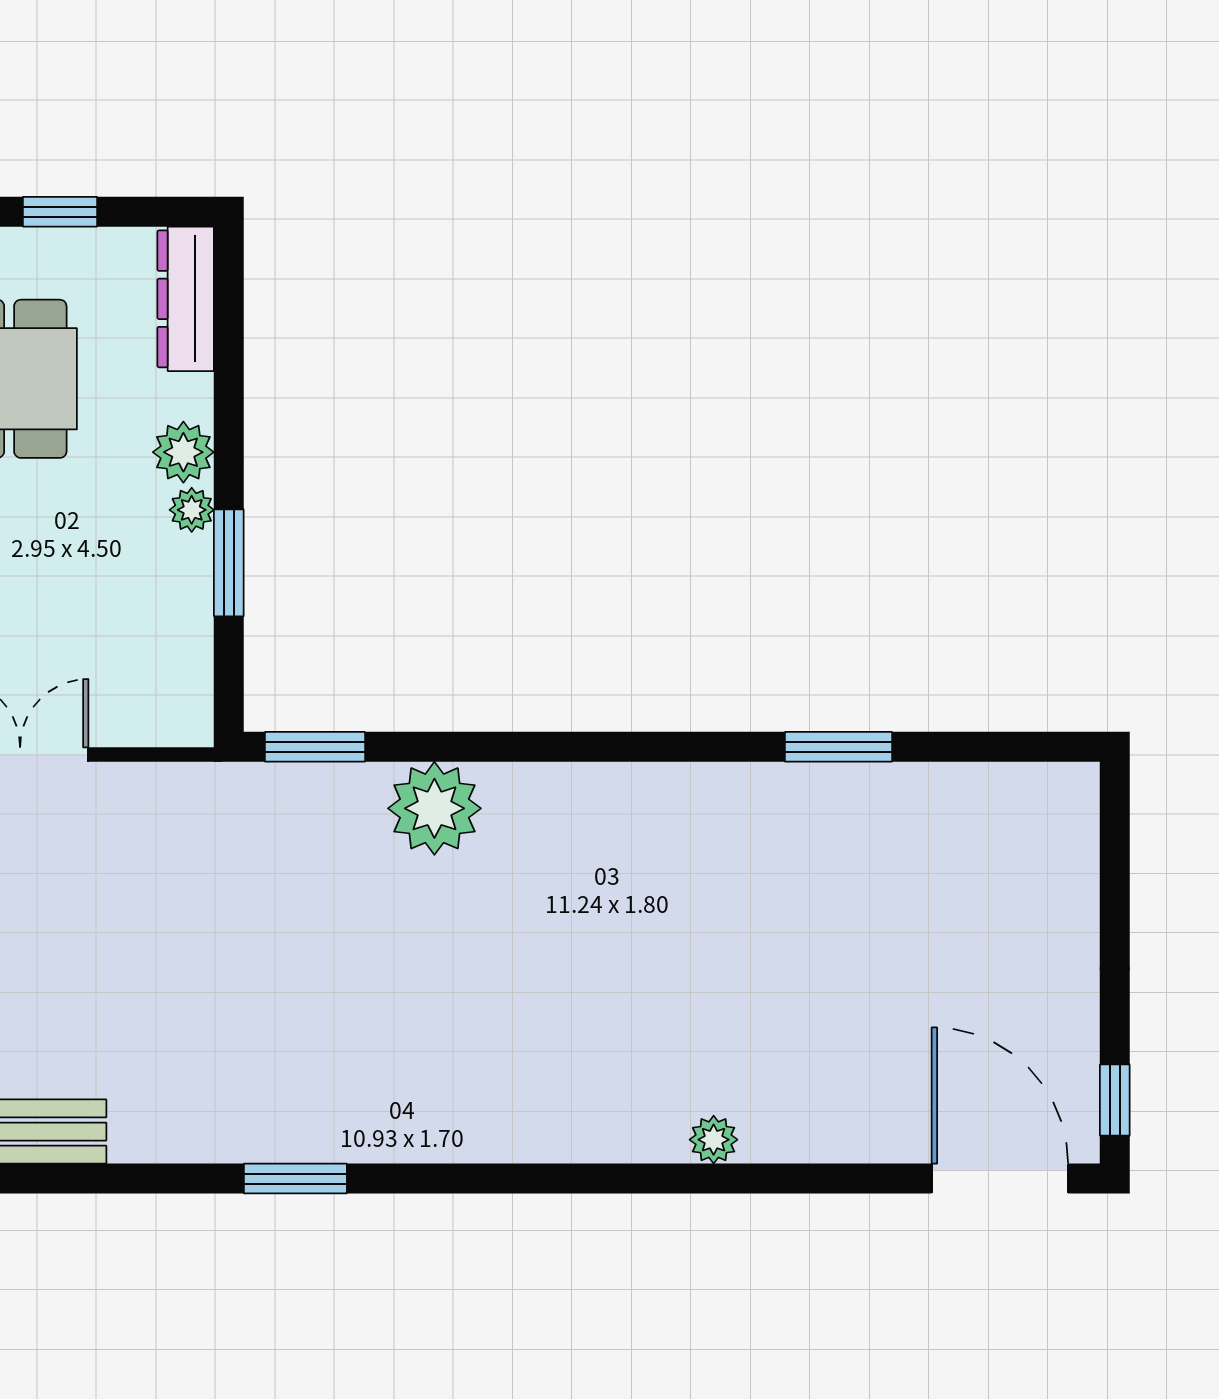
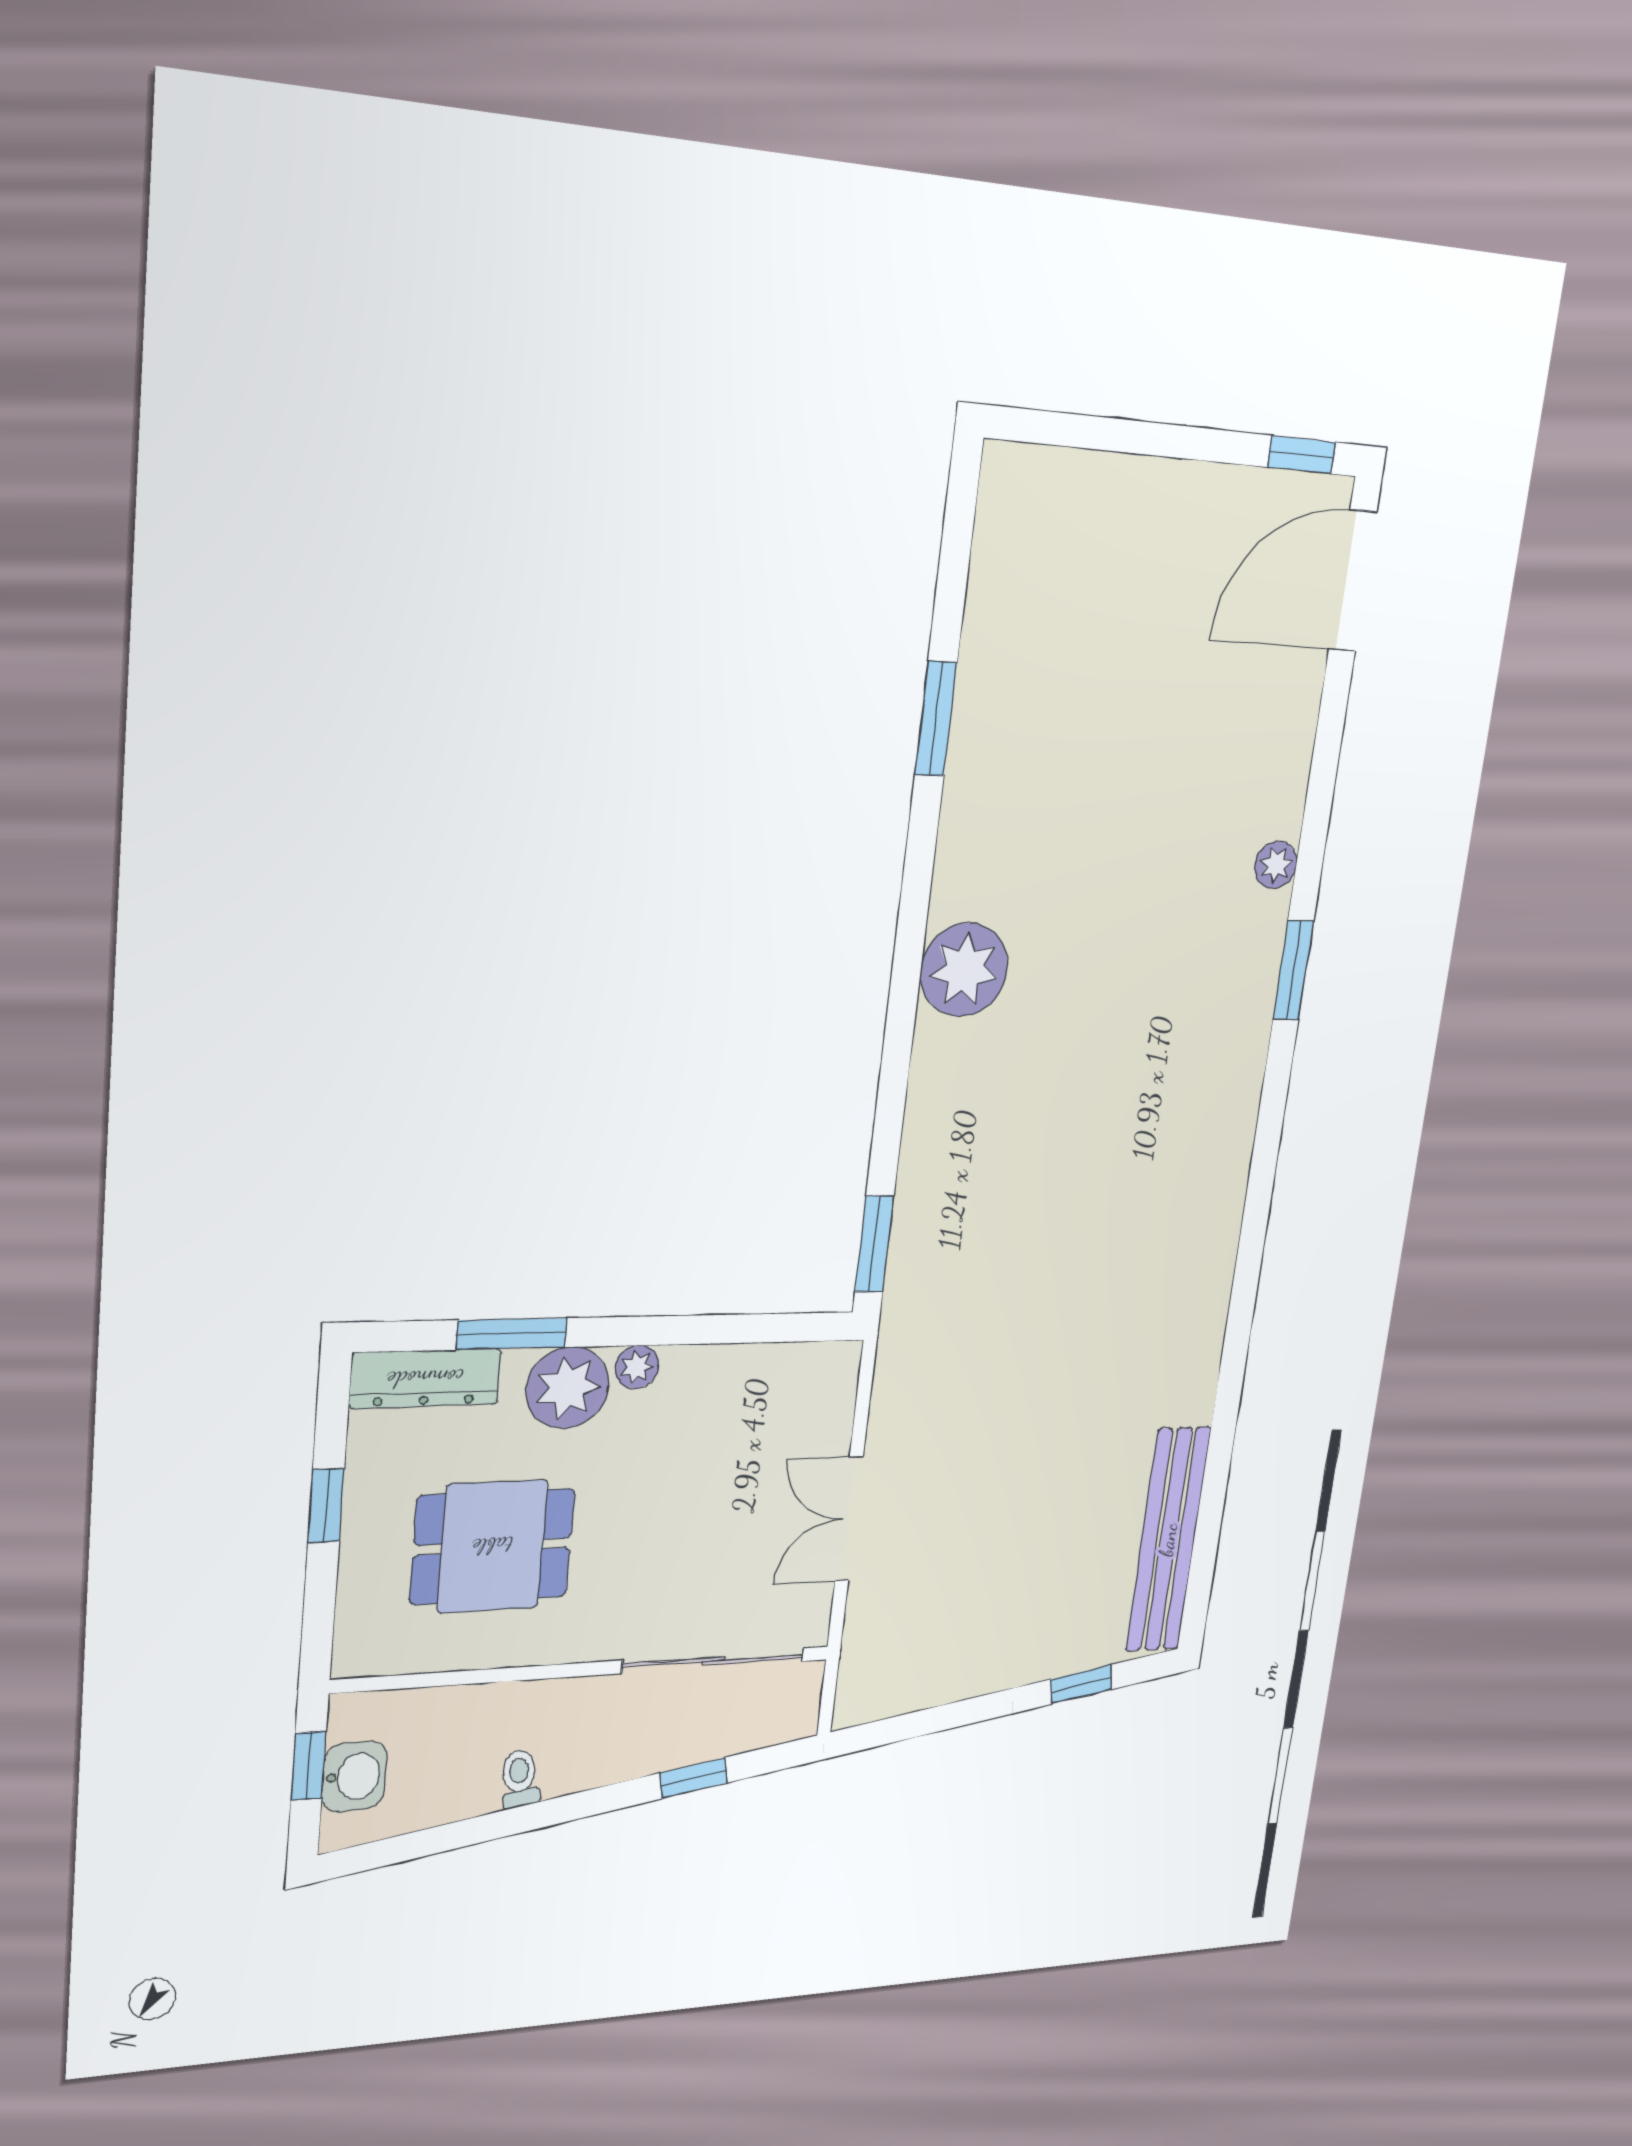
plant: (183, 452) -> (568, 1388), width x1.36, depth x1.36
window: (229, 563) -> (512, 1334), moved
plant: (434, 808) -> (964, 970), moved
window: (295, 1179) -> (1293, 970), moved

